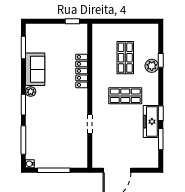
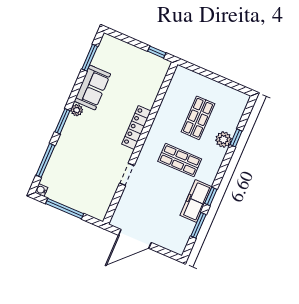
locker: (82, 71) -> (136, 127), moved

